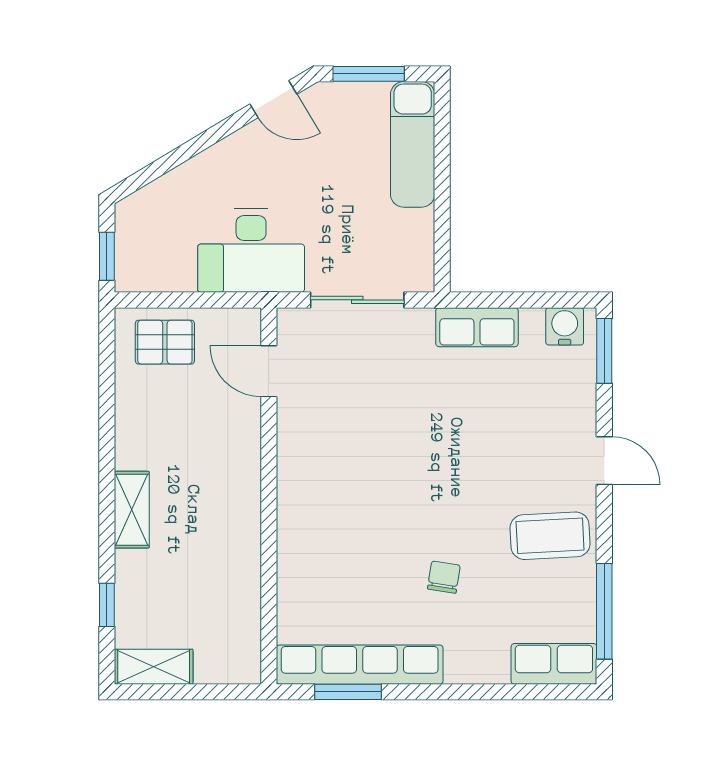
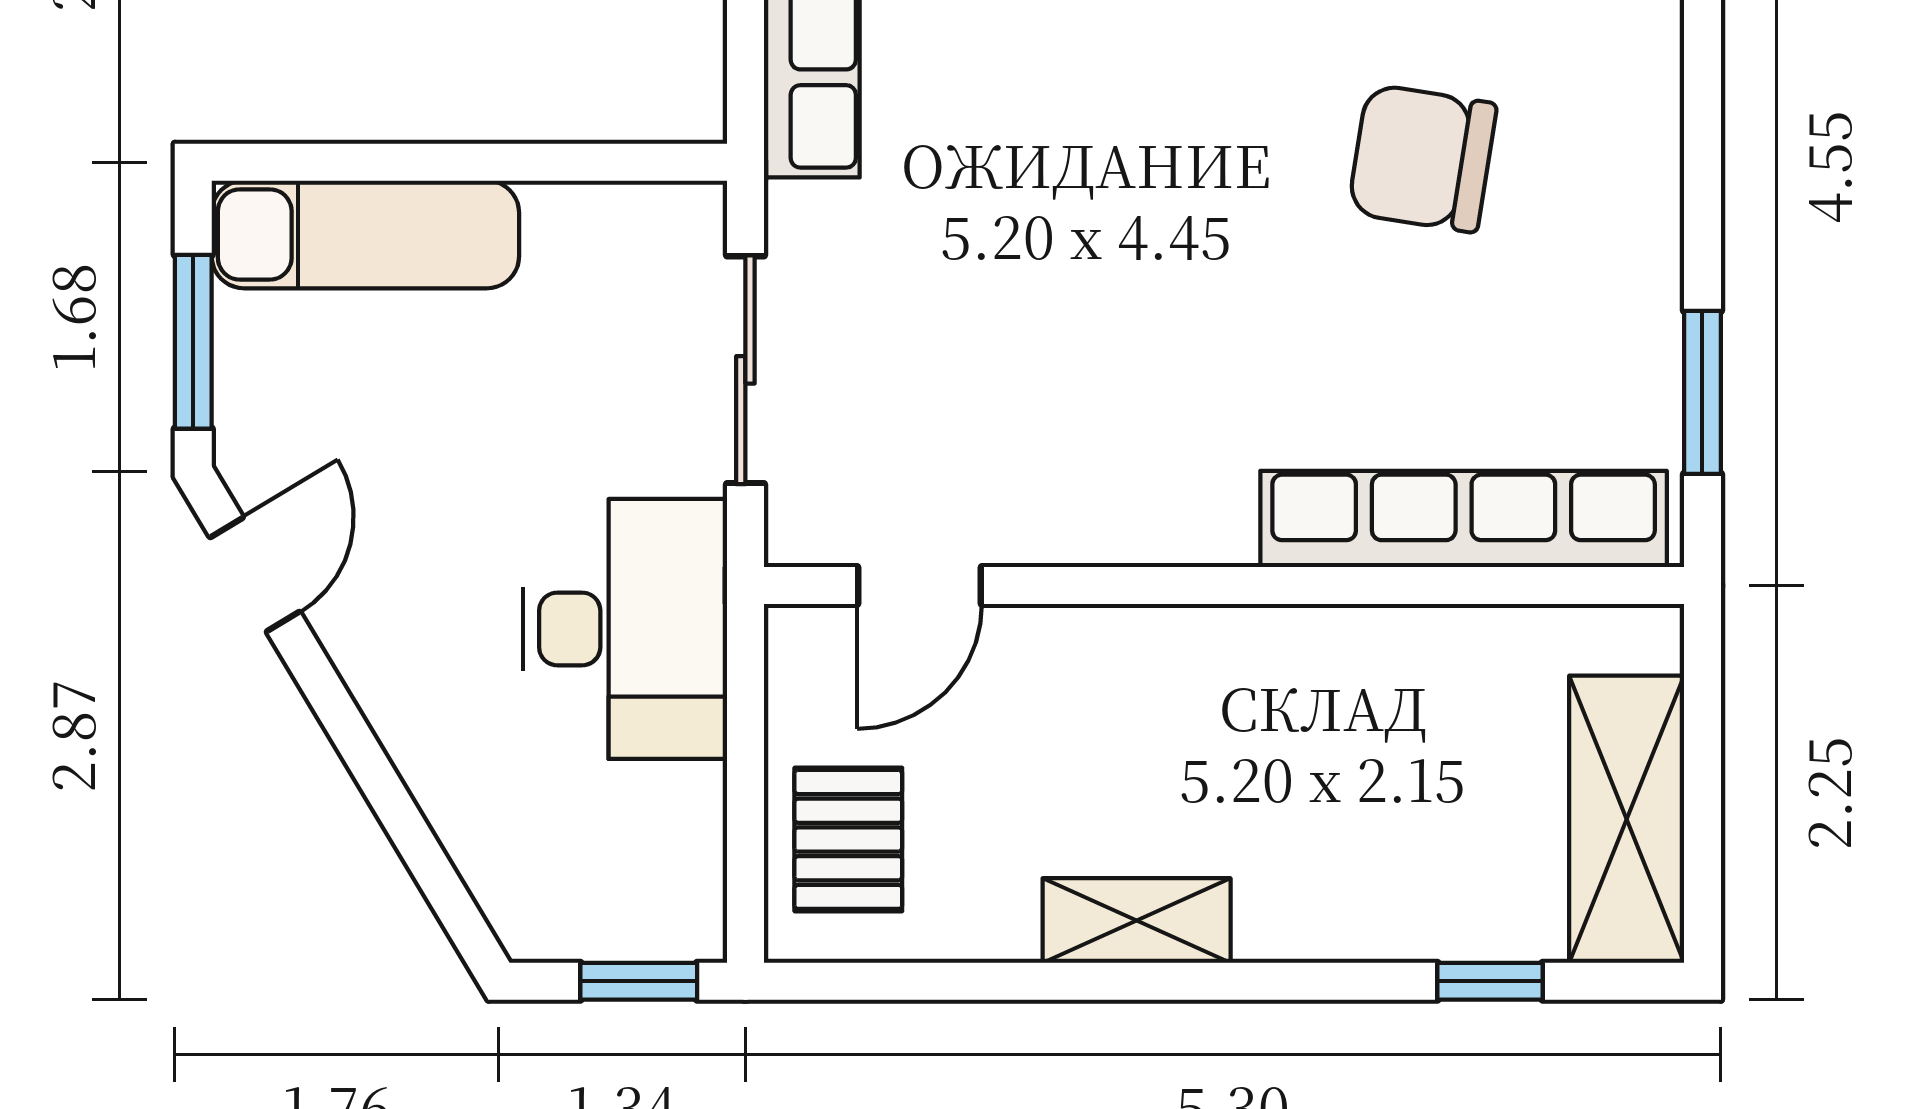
shelving: (132, 510) -> (1137, 921), moved
chair: (444, 577) -> (1422, 158), width x1.87, depth x1.87
row of seats: (360, 665) -> (1464, 519), moved, turned 90
shelving: (154, 667) -> (1627, 819), width x1.50, depth x1.33

